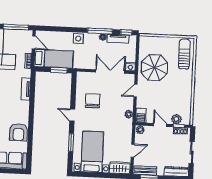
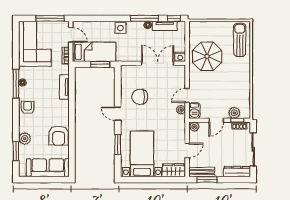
door: (136, 91) -> (187, 95), moved
chair: (93, 101) -> (140, 97), turned -90
door: (160, 125) -> (216, 120), swing flipped
sliding door: (192, 153) -> (253, 149), width x1.37

